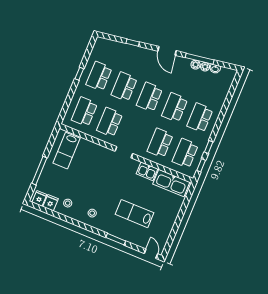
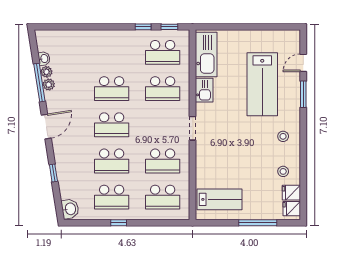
washbasin: (103, 44) -> (70, 209), added
school desk: (200, 118) -> (112, 52), removed
lab bench: (134, 214) -> (262, 84), width x1.36, depth x1.39
door: (151, 254) -> (303, 63), moved

